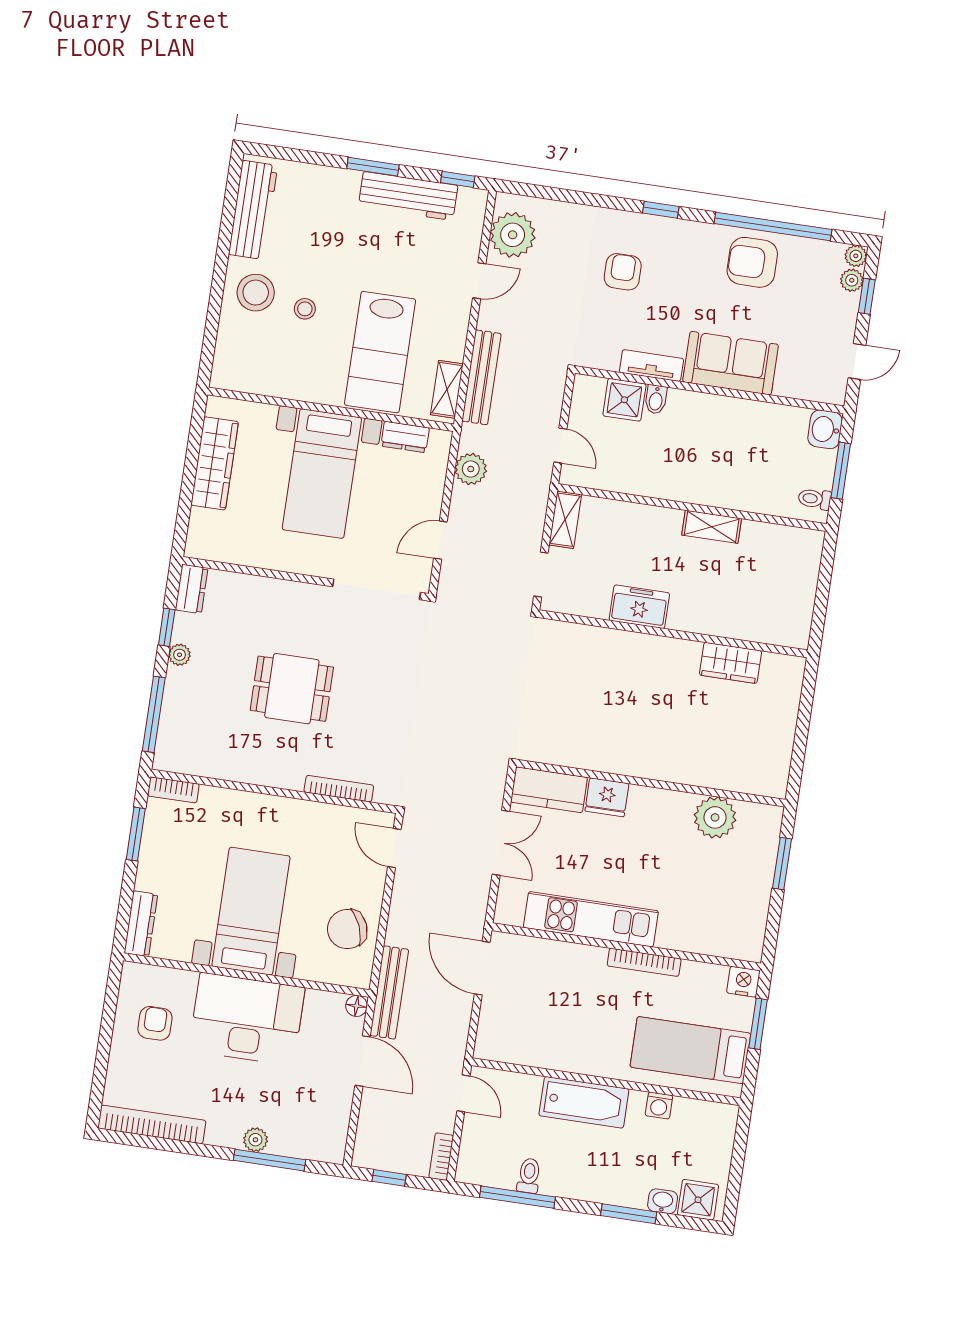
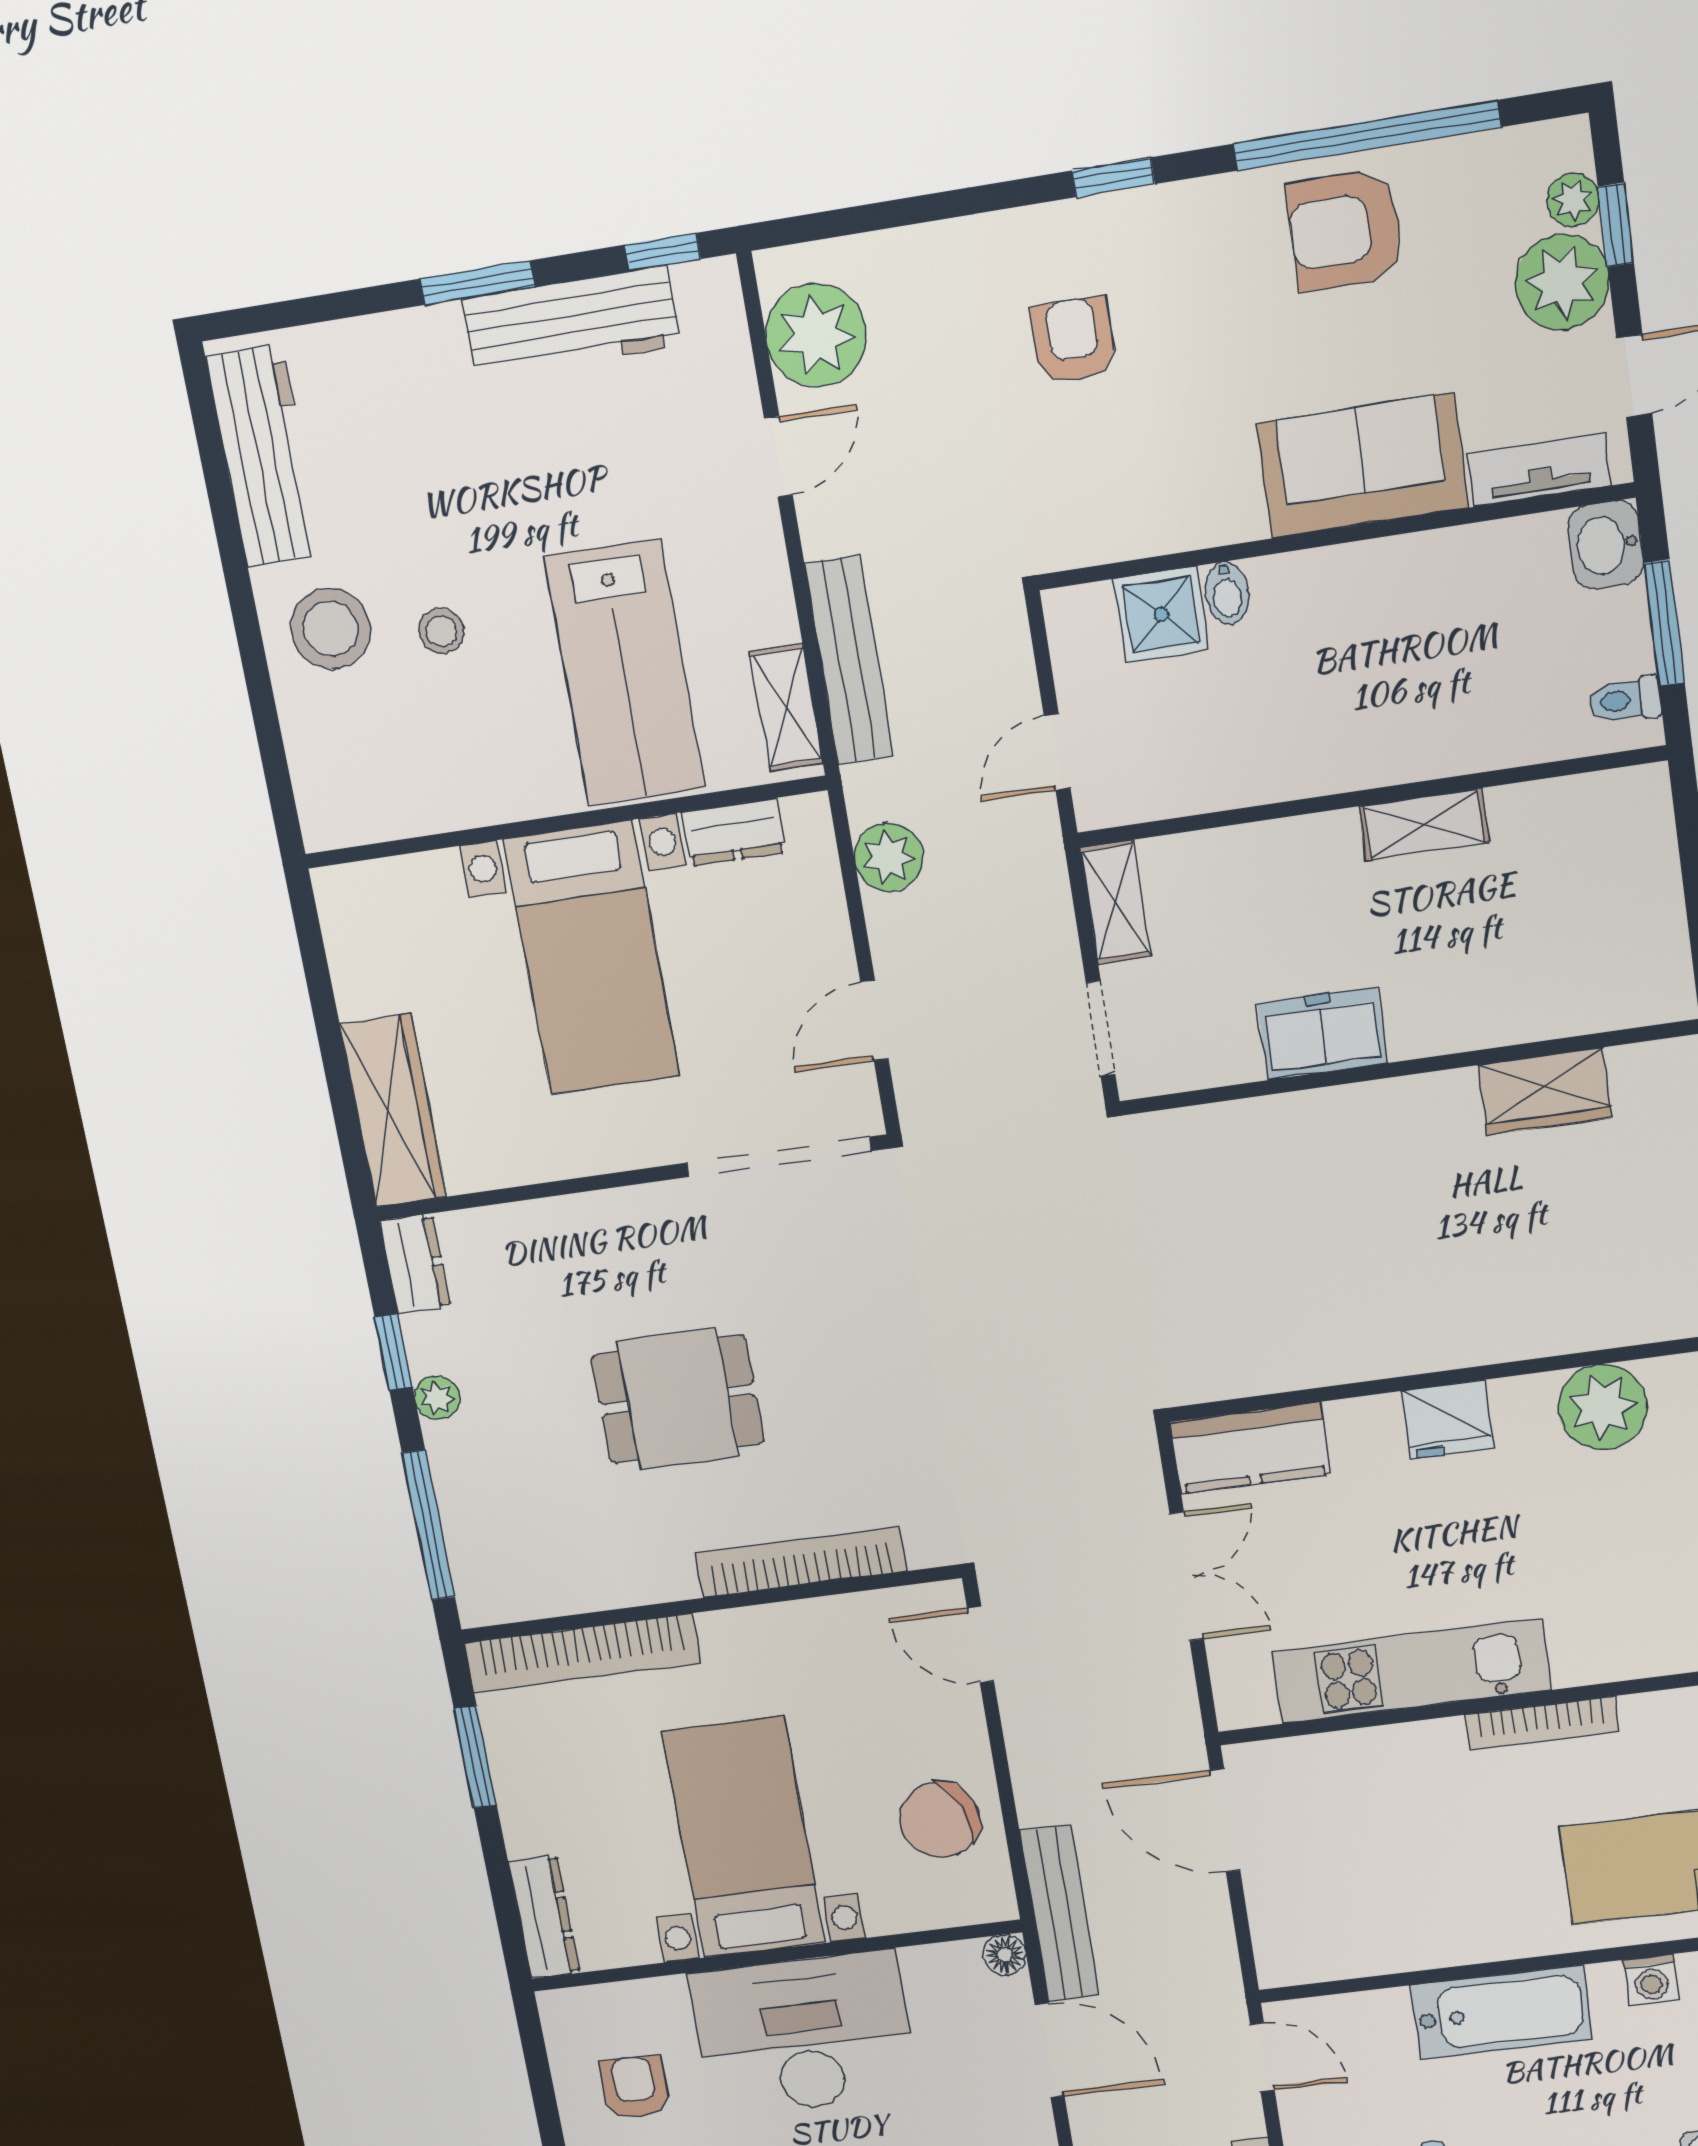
plant: (856, 256) -> (1562, 282), moved, width x1.88, depth x1.88
tv unit: (651, 366) -> (1539, 470), moved
door: (560, 446) -> (1057, 752), swing flipped
wardrobe: (215, 463) -> (393, 1111), moved
bookcase: (339, 789) -> (801, 1562), width x1.48, depth x1.31
bookcase: (173, 790) -> (583, 1653), width x2.31, depth x1.31
fridge: (607, 797) -> (1448, 1419), moved

